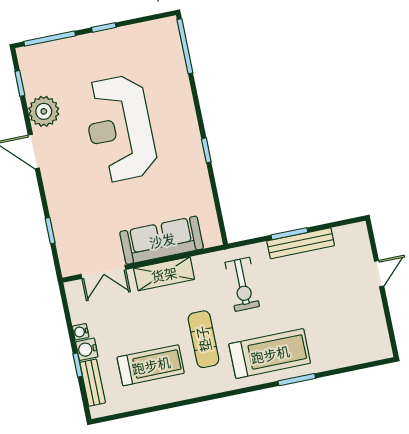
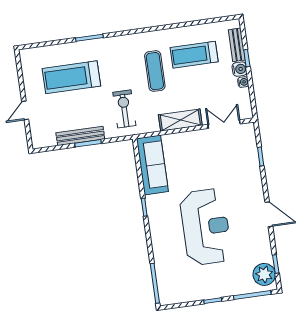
plant: (44, 111) -> (264, 274), moved
sofa: (162, 240) -> (152, 165), moved, turned -90
treadmill: (270, 354) -> (71, 77), moved

